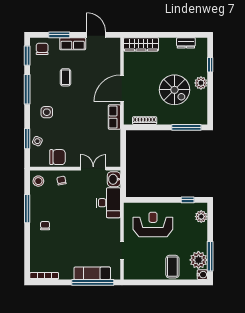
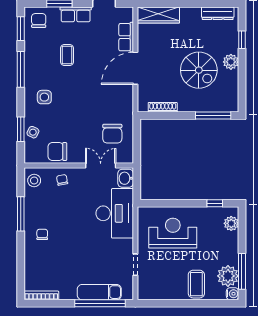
dresser: (186, 43) -> (218, 13), width x1.44
row of seats: (114, 117) -> (126, 37), moved
chair: (103, 142) -> (112, 134), added
chair: (58, 157) -> (57, 152), turned 180
desk: (108, 203) -> (115, 213), width x1.36, depth x1.30

